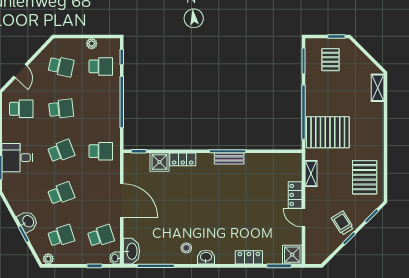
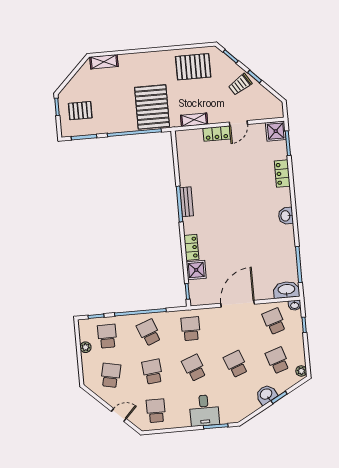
school desk: (101, 109) -> (149, 332), added
stool: (186, 248) -> (278, 236), removed

